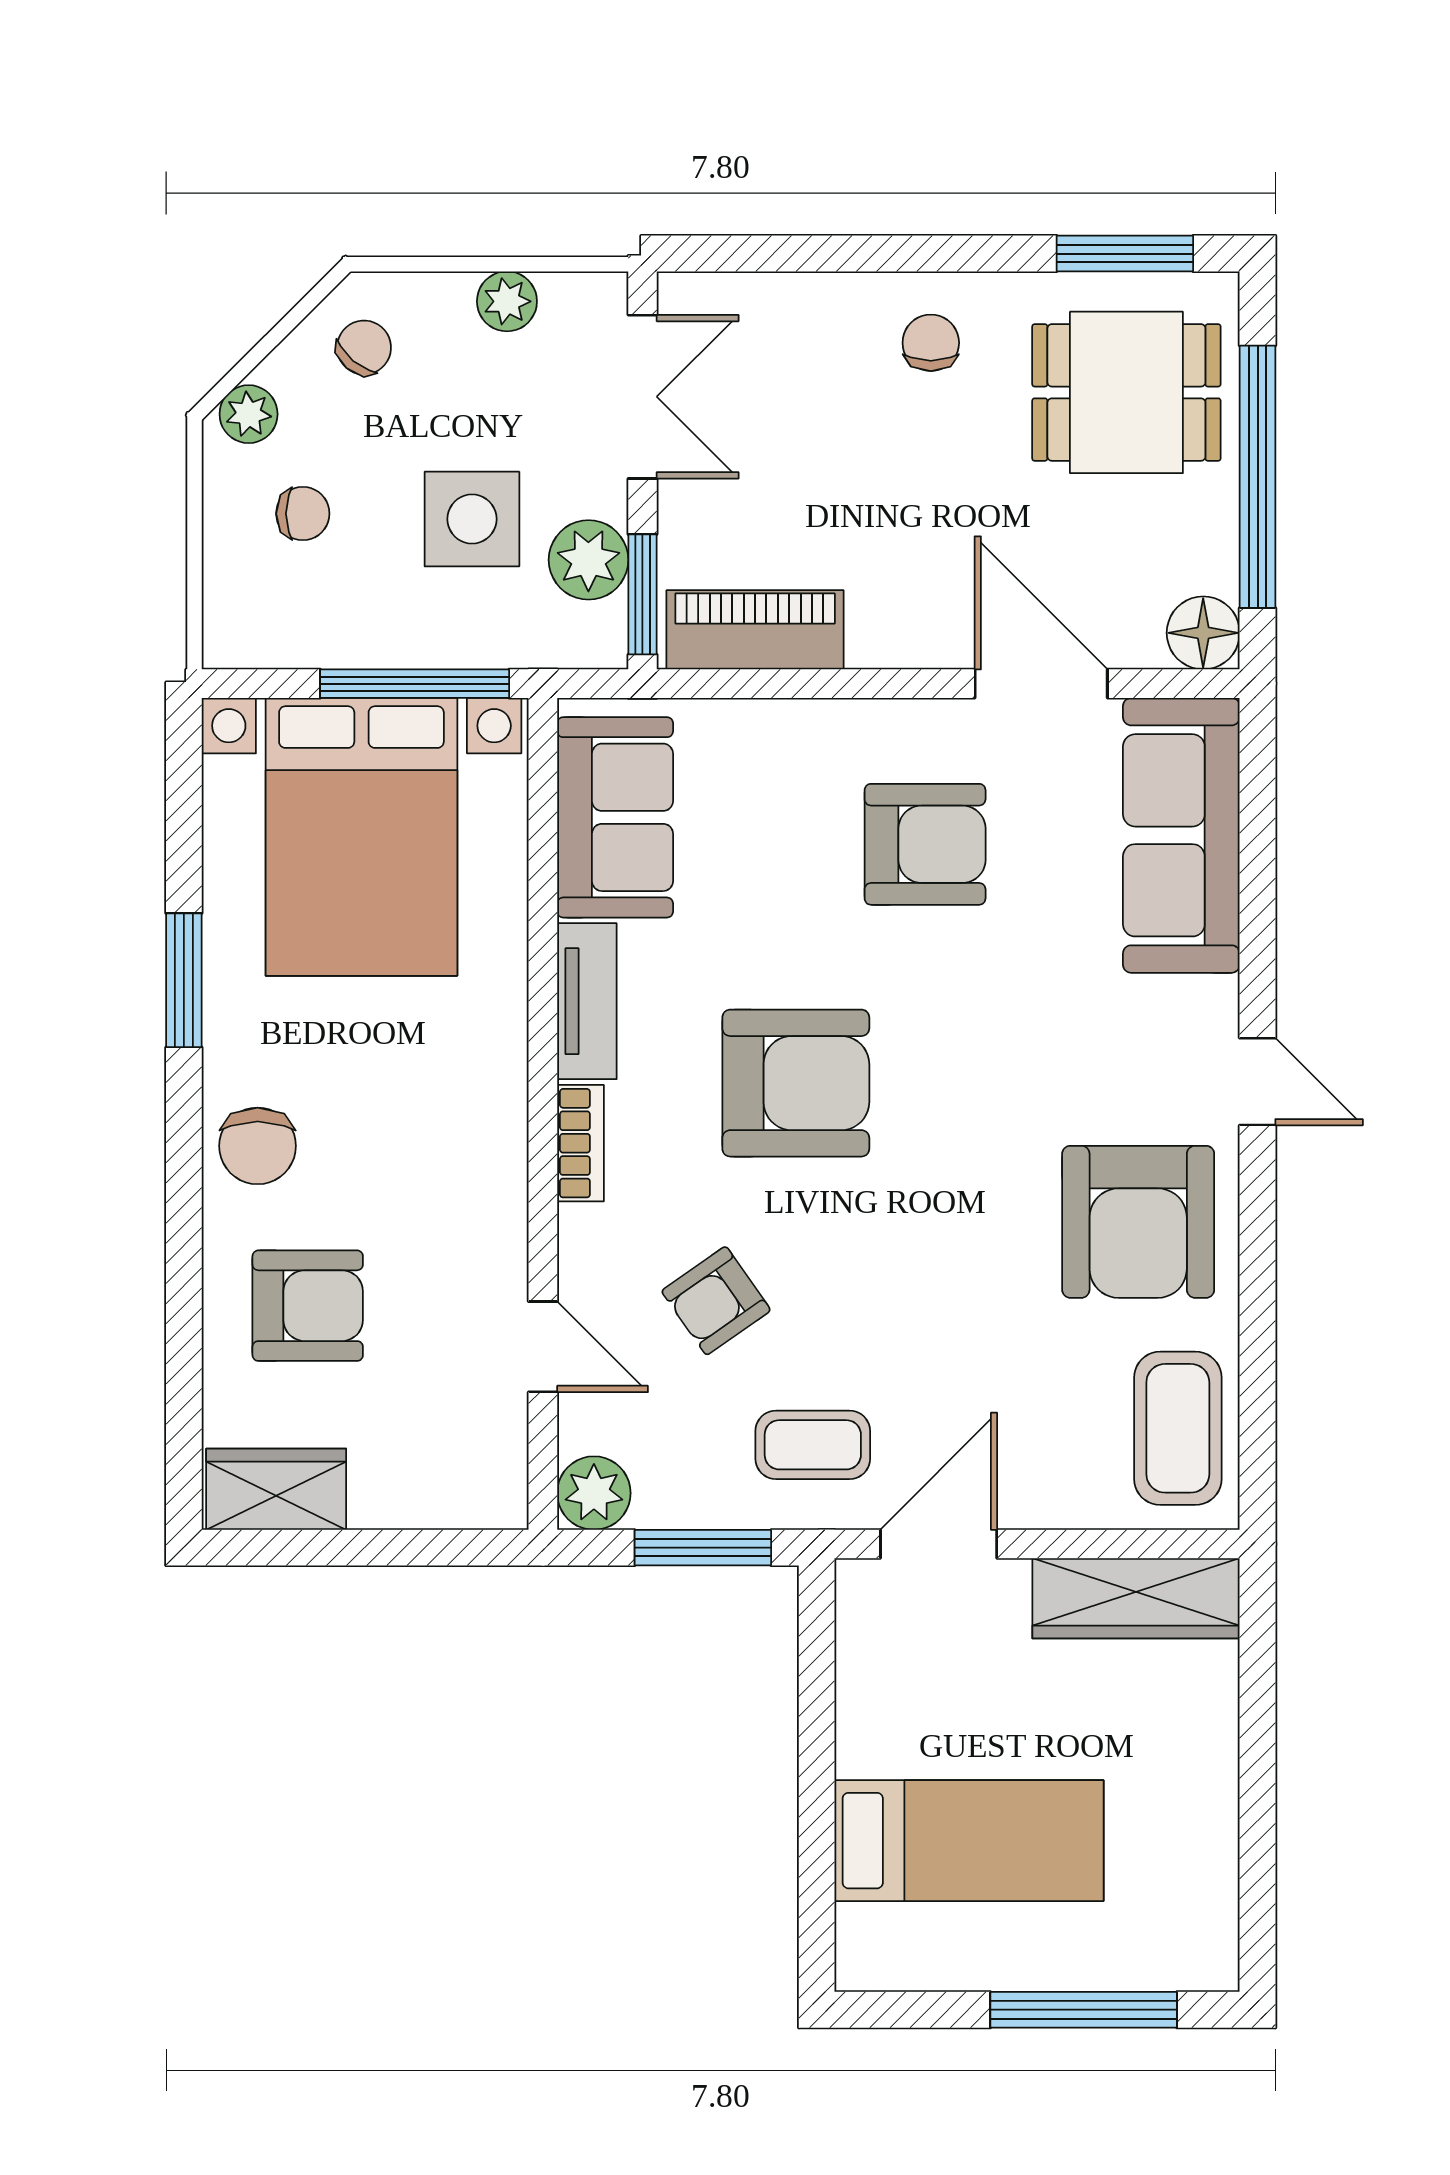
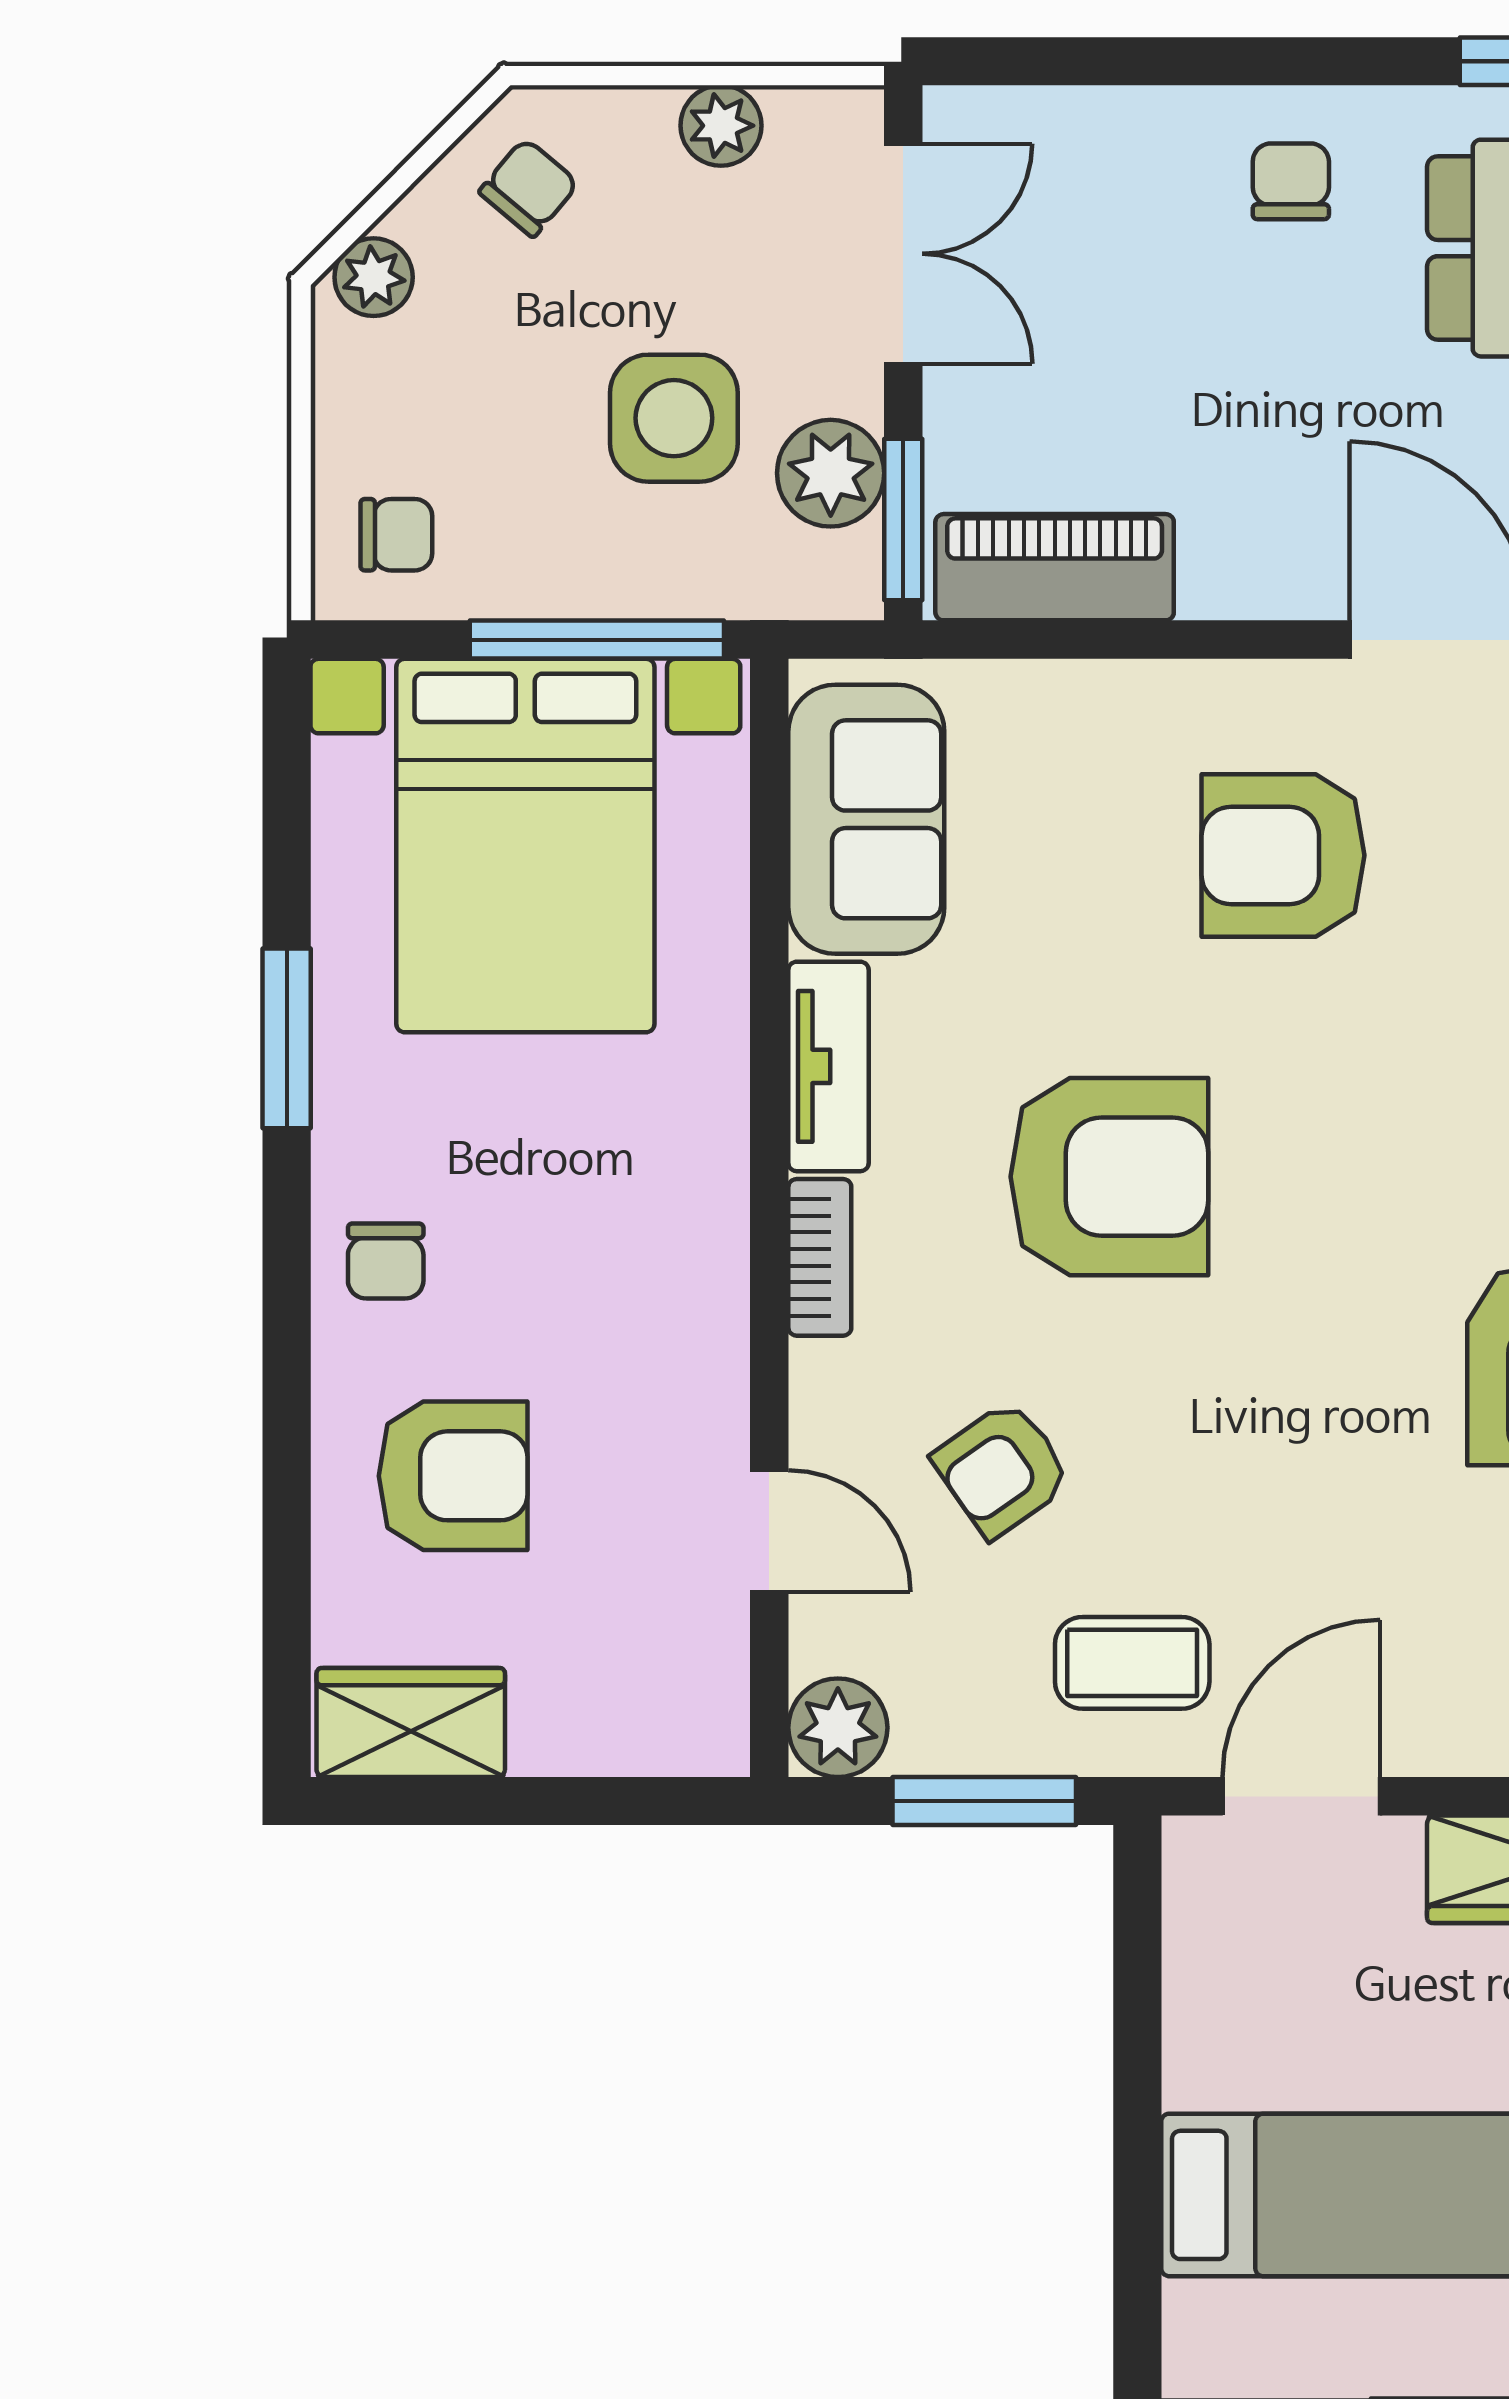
chair: (303, 514) -> (396, 535), moved
armchair: (925, 844) -> (1283, 855), turned 180
chair: (258, 1146) -> (386, 1261), width x0.73, depth x0.73

